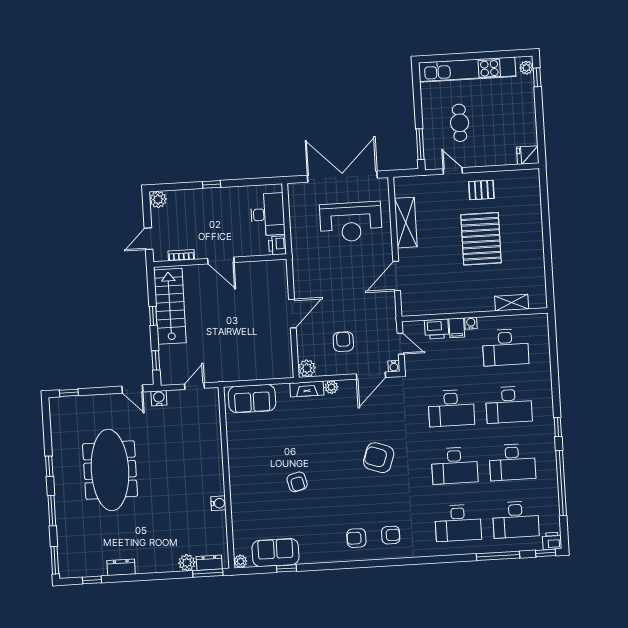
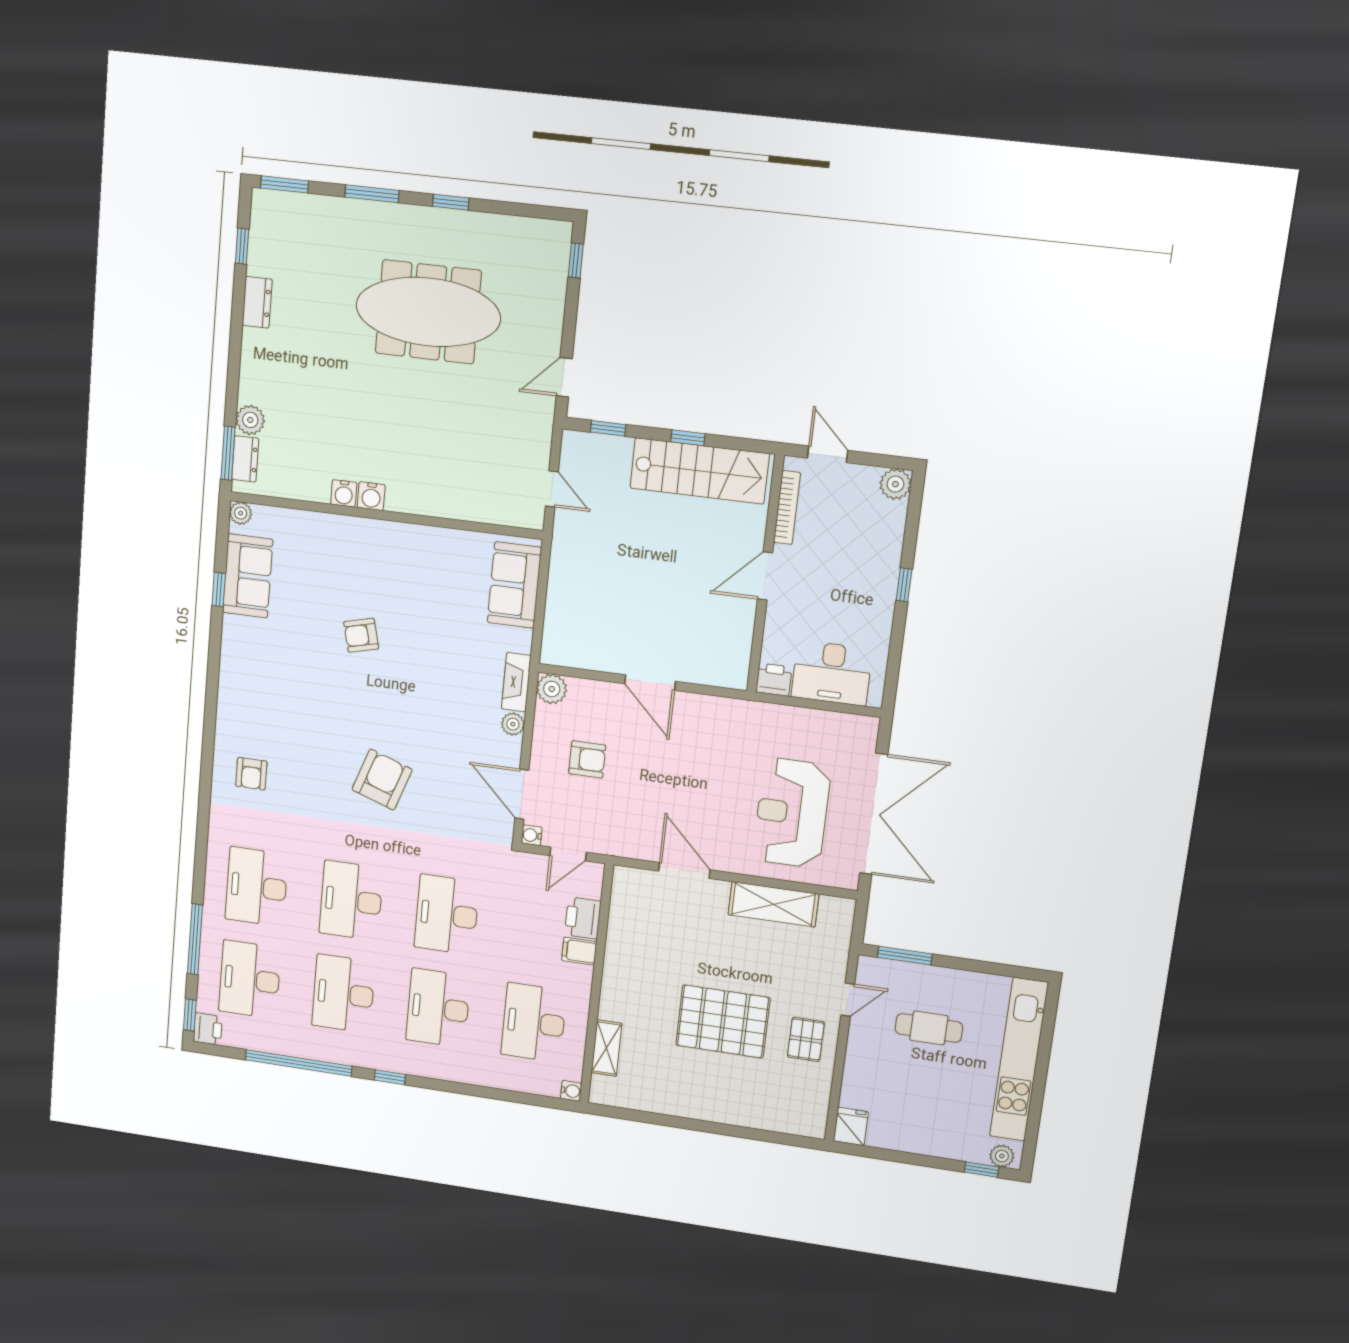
bookcase: (181, 255) -> (787, 508), width x1.56
water cooler: (471, 323) -> (571, 1091), moved
water cooler: (159, 398) -> (371, 496), moved, turned 90
armchair: (356, 538) -> (254, 716), removed

